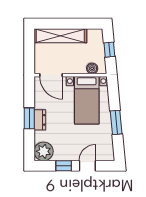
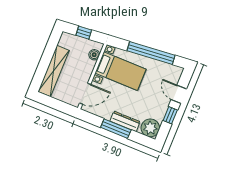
window: (29, 118) -> (116, 129), width x1.44
dresser: (40, 120) -> (125, 121), width x1.44
window: (116, 122) -> (151, 53), width x2.11

